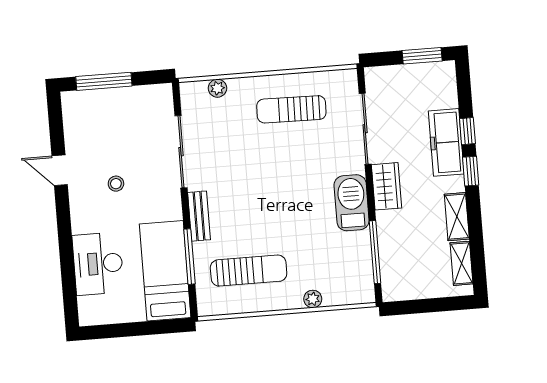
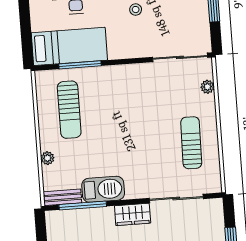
sliding door: (181, 152) -> (180, 57), moved
barbecue: (352, 203) -> (103, 189), moved
bench: (199, 216) -> (63, 197), moved

